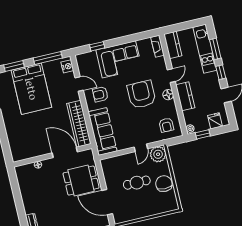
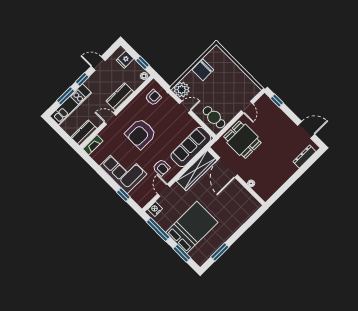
floor lamp: (168, 95) -> (127, 111), removed
cafe table: (137, 183) -> (214, 117), moved
door: (107, 202) -> (247, 107), width x0.53

